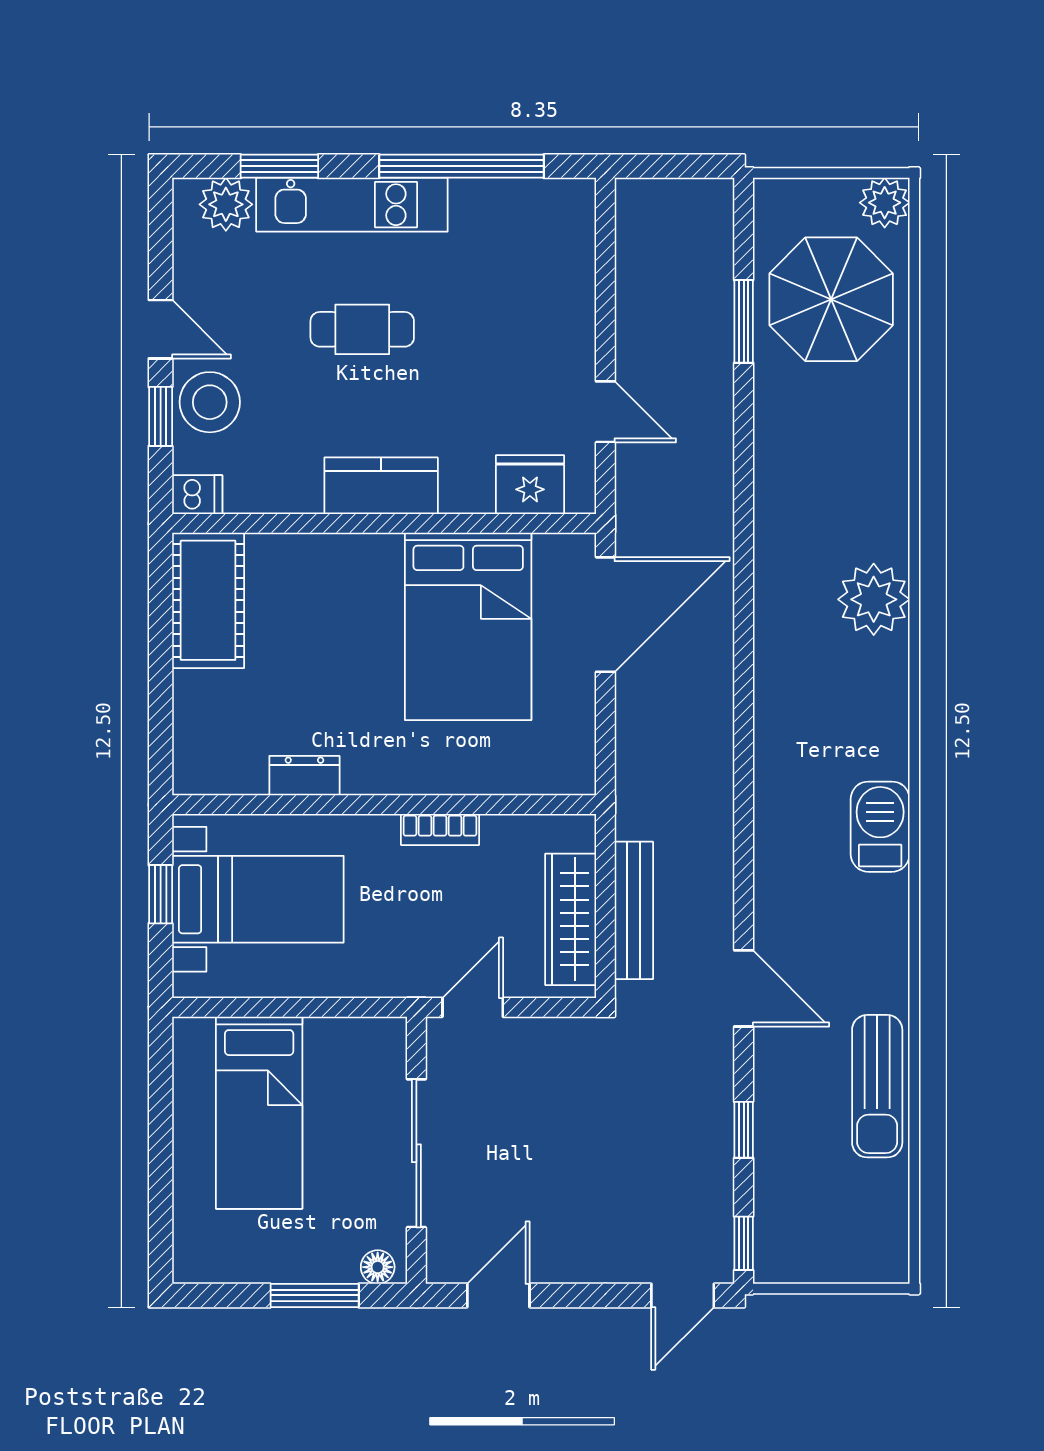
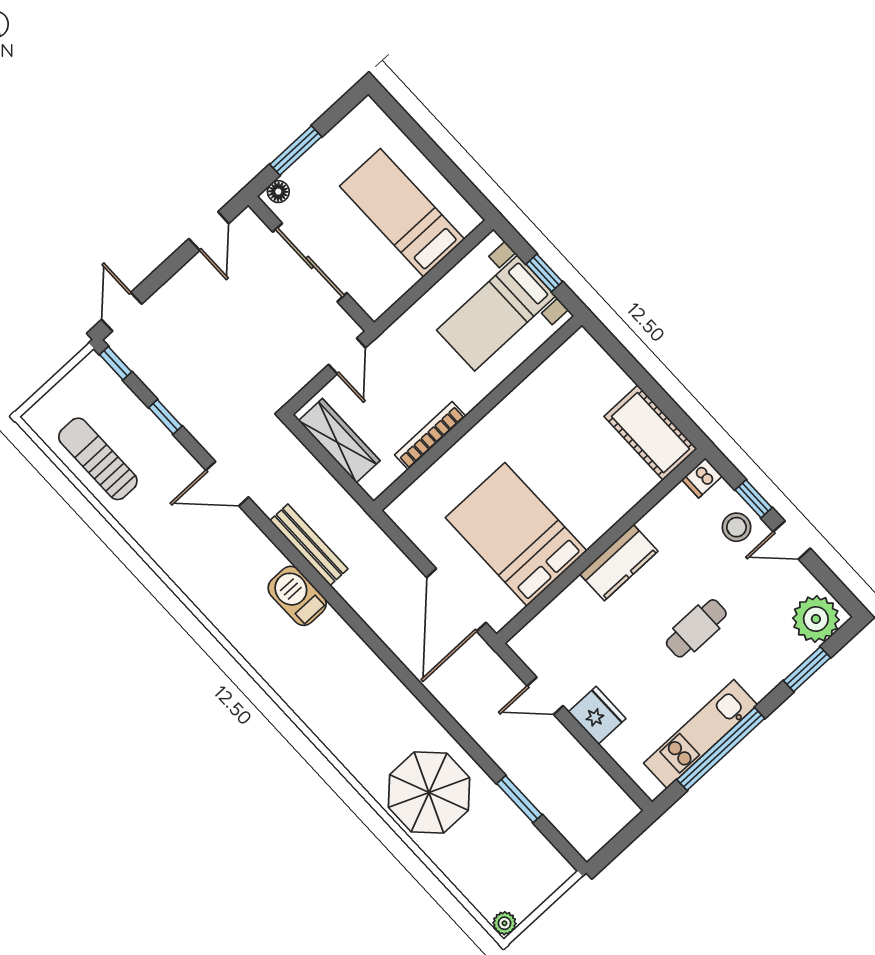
plant: (885, 203) -> (504, 923), width x0.73, depth x0.73
plant: (226, 204) -> (816, 619), width x1.36, depth x1.36
kitchen unit: (352, 205) -> (700, 734), moved
parasol: (831, 299) -> (429, 793), moved
stool: (210, 402) -> (736, 527), width x0.73, depth x0.73
fridge: (530, 485) -> (597, 715), moved, turned -90
plant: (874, 599) -> (336, 725), removed
dresser: (304, 776) -> (528, 392), removed
barbecue: (880, 827) -> (297, 596), moved, turned 180
bookcase: (440, 829) -> (430, 436), width x1.56
bench: (634, 910) -> (309, 545), moved
sun lounger: (877, 1086) -> (98, 459), moved

